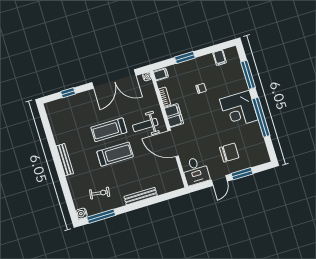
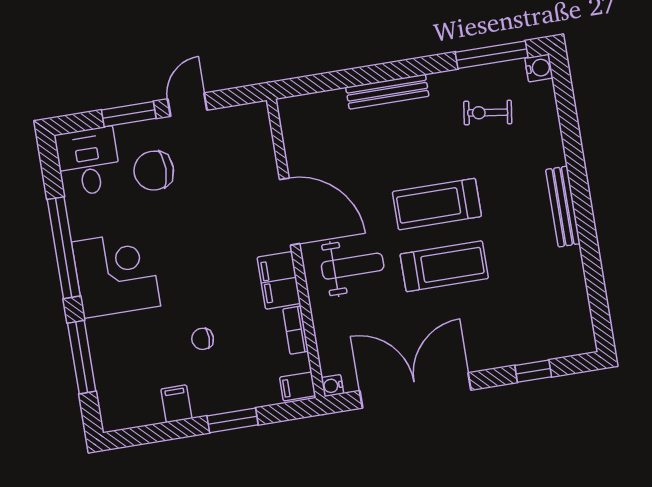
filing cabinet: (220, 58) -> (176, 404), moved
desk: (196, 171) -> (88, 162), moved

